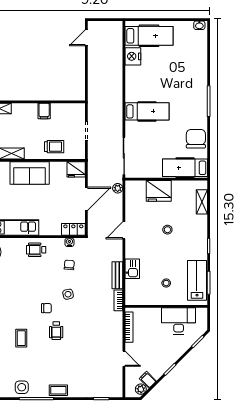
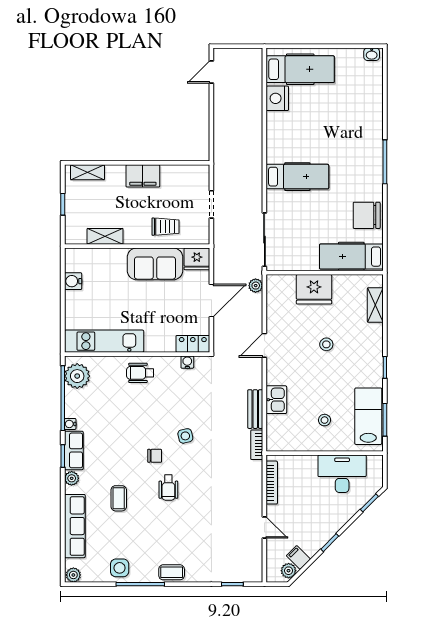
filing cabinet: (44, 111) -> (143, 176), width x2.00
chair: (196, 139) -> (367, 215), turned -90
sofa: (30, 173) -> (155, 264), moved
chair: (69, 265) -> (187, 394), removed

